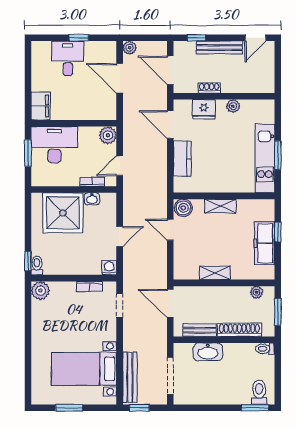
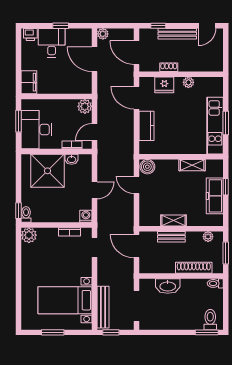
printer: (42, 48) -> (30, 34), added
desk: (54, 145) -> (36, 130), moved, turned -90
shelving: (220, 206) -> (192, 165), moved
bench: (200, 330) -> (171, 237), moved

